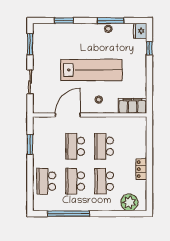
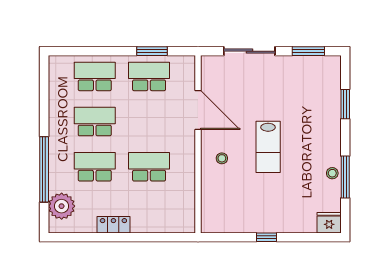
window: (149, 48) -> (266, 237), moved
lab bench: (91, 70) -> (268, 147), width x0.54, depth x0.72
sliding door: (30, 82) -> (249, 51), width x1.37
filing cabinet: (132, 106) -> (212, 211), removed
school desk: (75, 146) -> (149, 76), moved
window: (68, 214) -> (44, 169), moved

